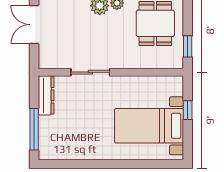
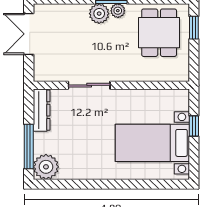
window: (188, 46) -> (194, 28), moved
plant: (50, 148) -> (46, 167), added

